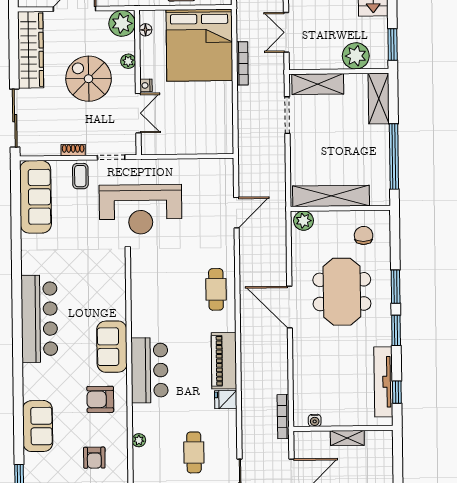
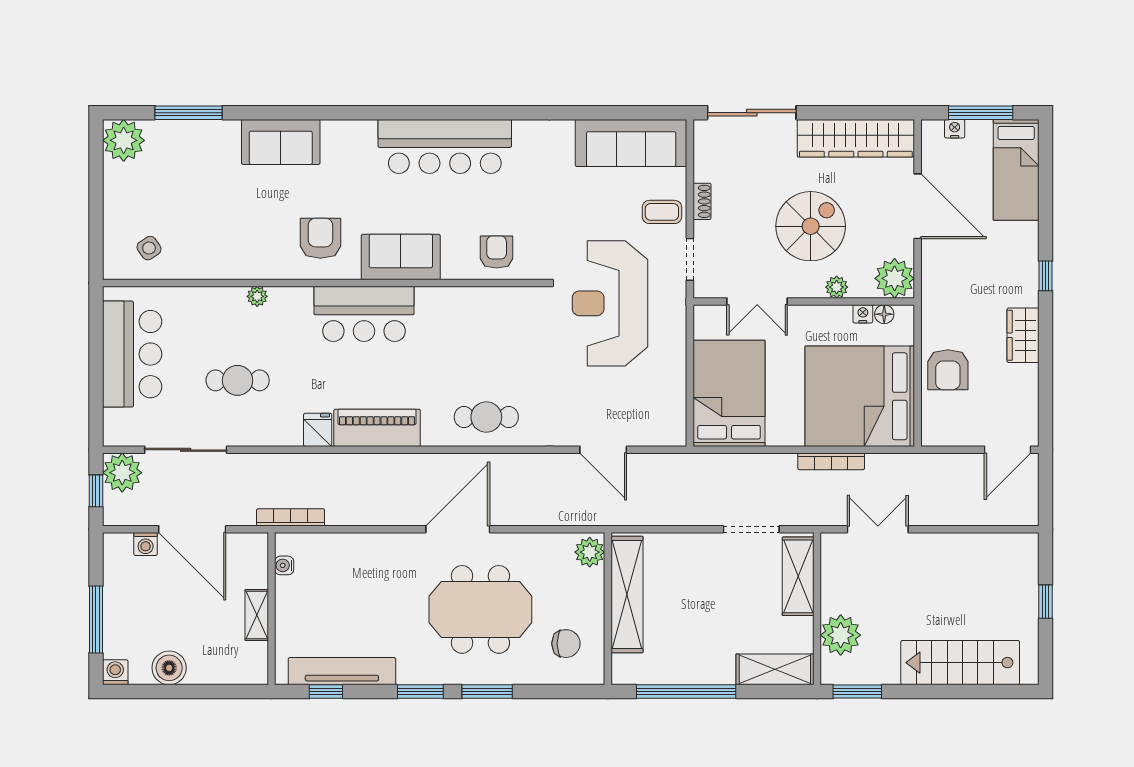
nightstand: (146, 85) -> (863, 314), moved
bed: (199, 131) -> (729, 393), added
armchair: (94, 458) -> (497, 252), moved, turned 90

